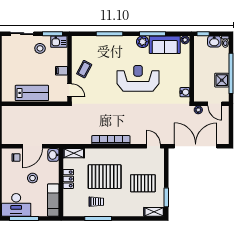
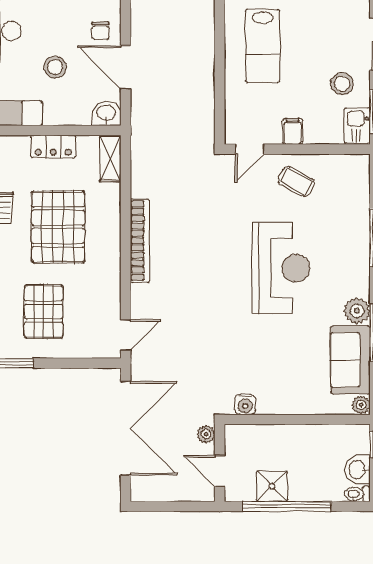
reception desk: (138, 78) -> (281, 268), moved
lab bench: (32, 93) -> (262, 46), moved
door: (215, 104) -> (220, 471), hinge flipped

